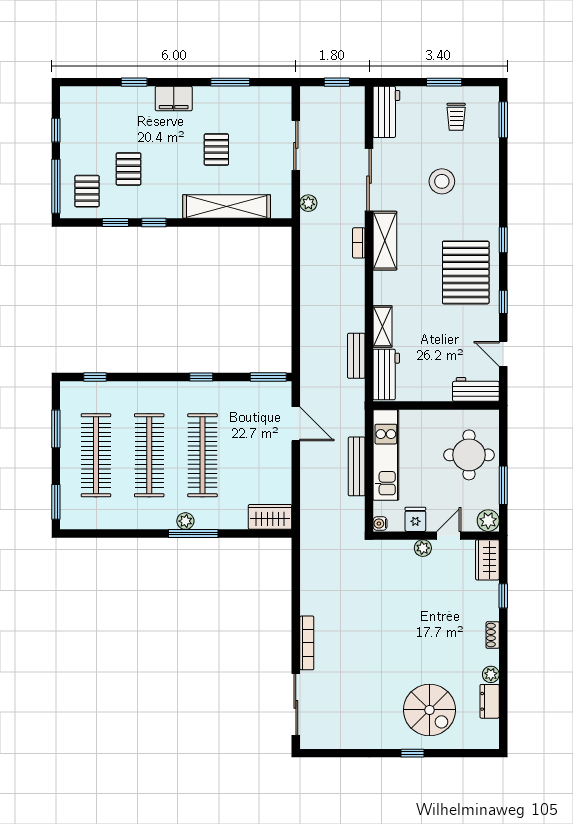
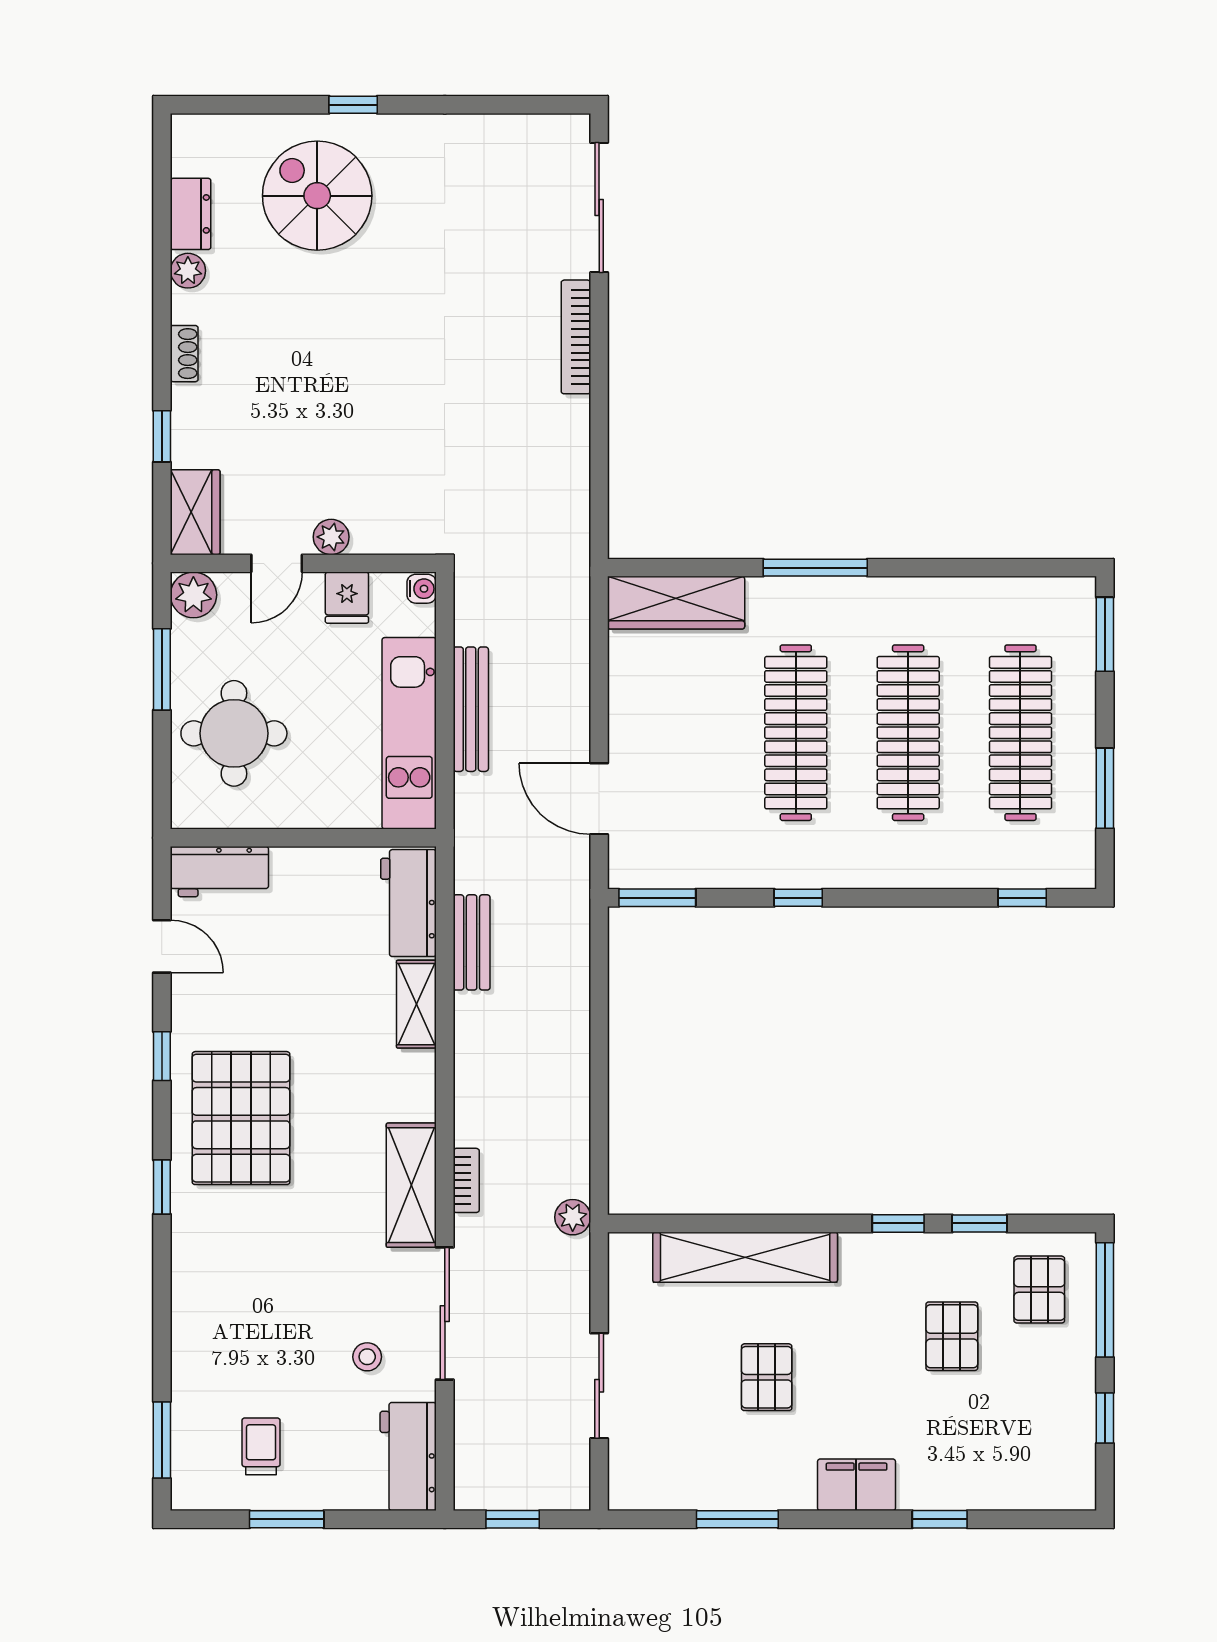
stool: (442, 181) -> (367, 1357), moved, width x0.53, depth x0.53
plant: (308, 203) -> (573, 1217), moved
wardrobe: (270, 517) -> (676, 603), width x1.50
plant: (185, 521) -> (832, 594), removed

